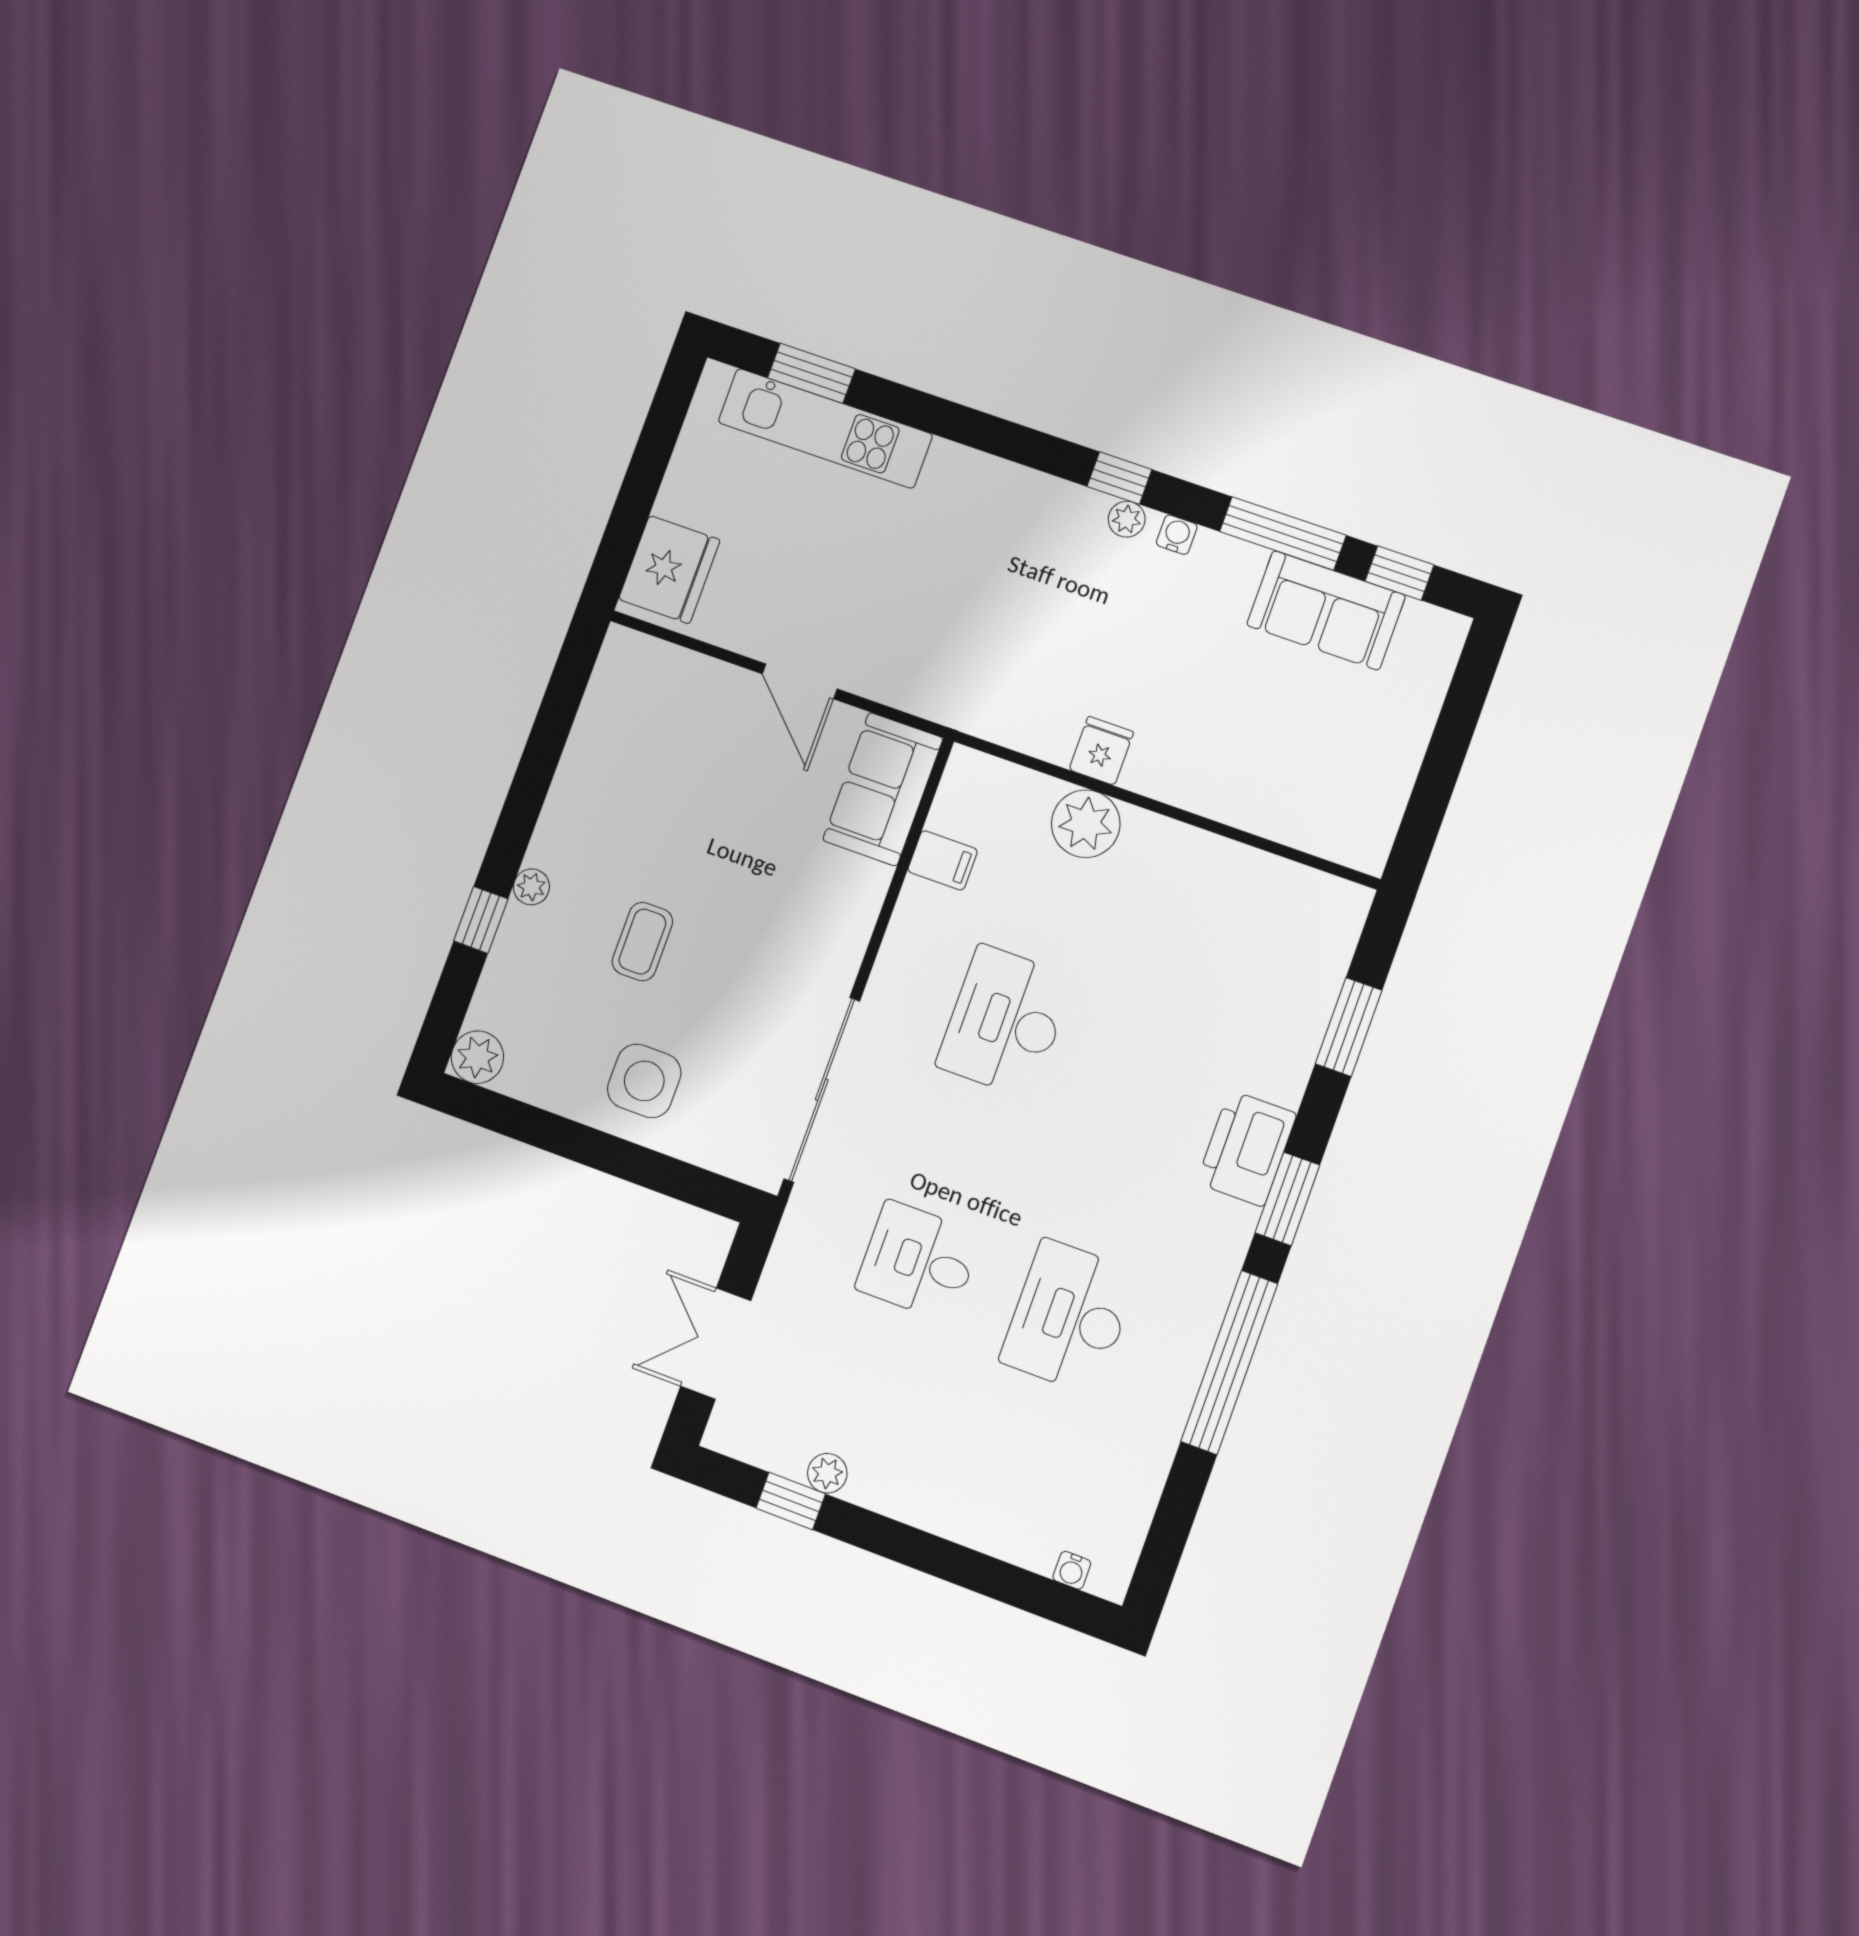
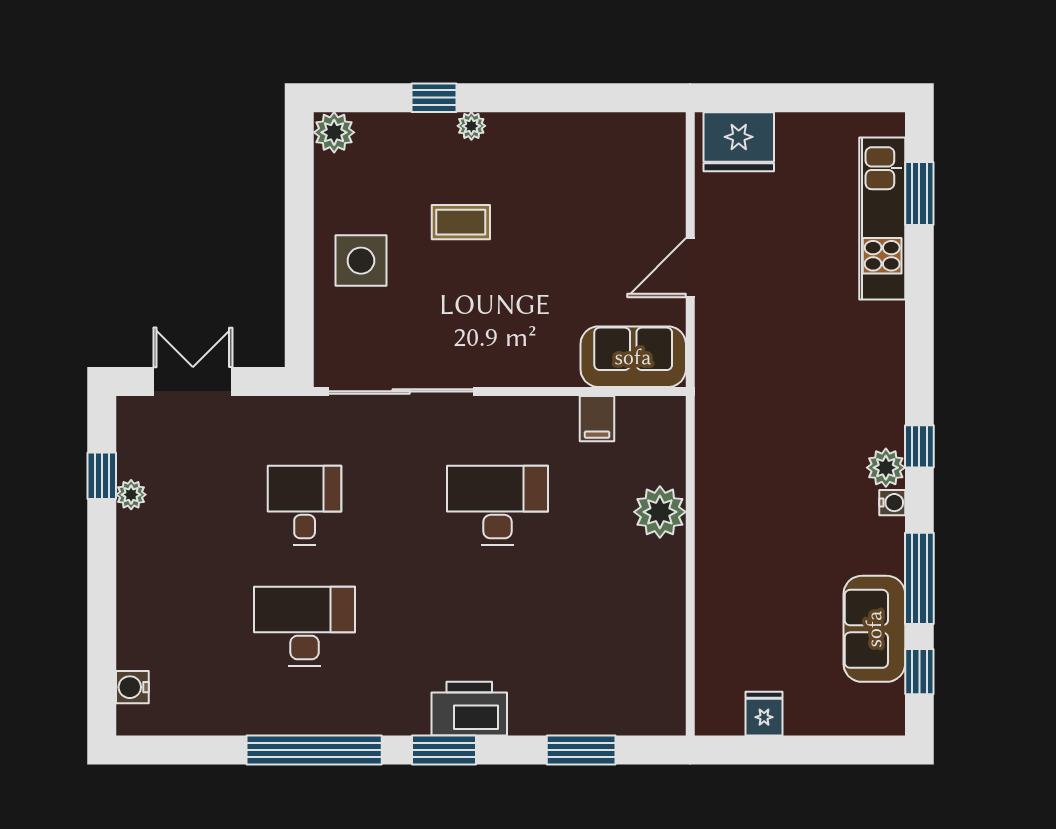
plant: (1127, 519) -> (886, 468), width x1.38, depth x1.38
fridge: (1101, 751) -> (764, 714), moved, turned -90
water cooler: (1072, 1570) -> (132, 687), width x1.38, depth x1.38

